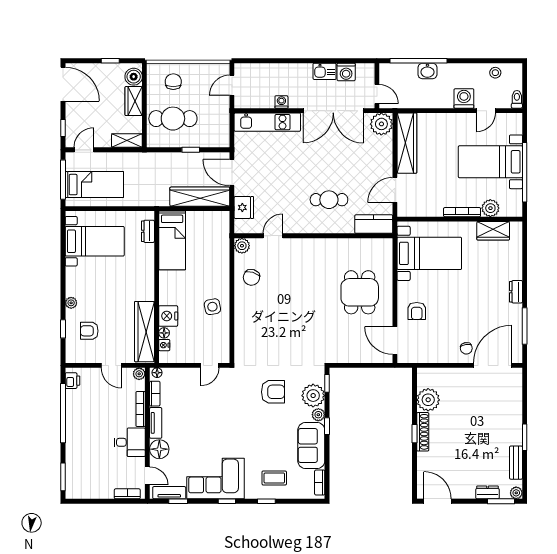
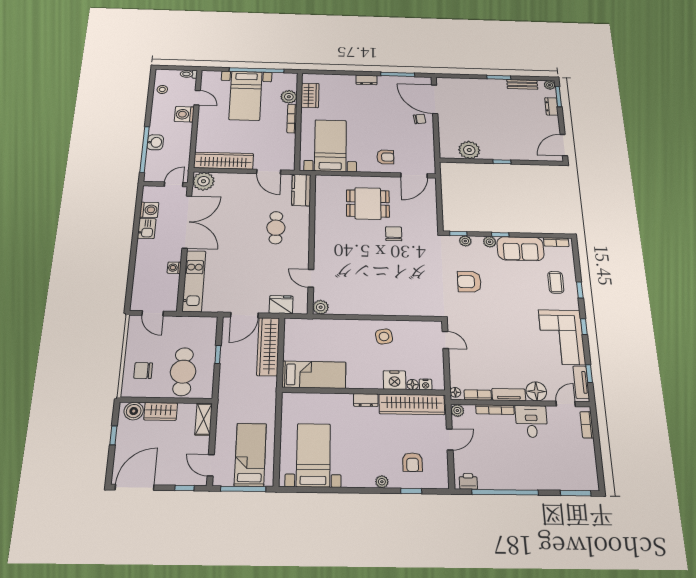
dresser: (148, 231) -> (366, 400), moved
chair: (251, 277) -> (394, 234), moved, turned -107
armchair: (273, 392) -> (469, 282), turned -90
plant: (313, 396) -> (465, 241), width x0.53, depth x0.53
shoe rack: (423, 432) -> (500, 155), removed

